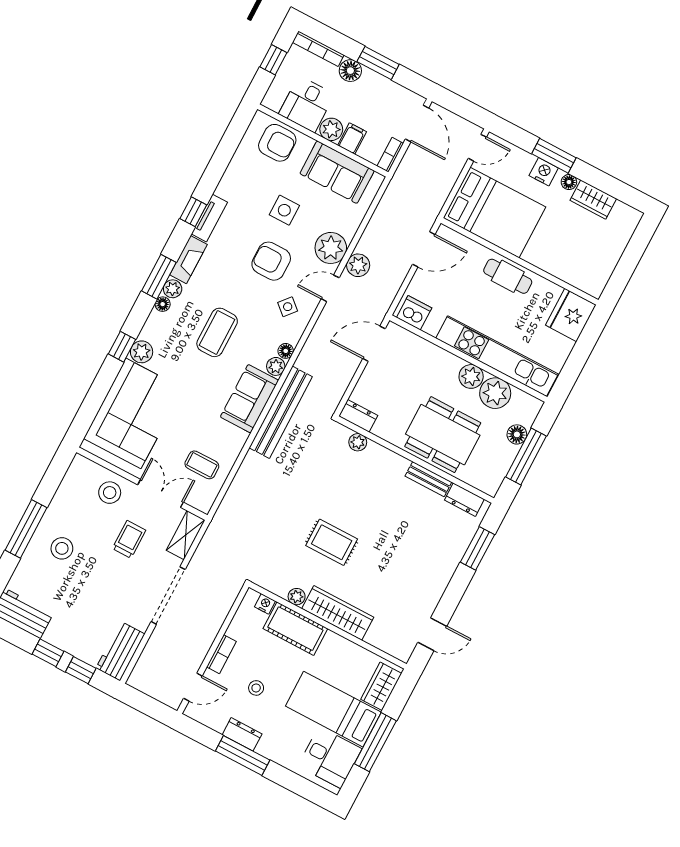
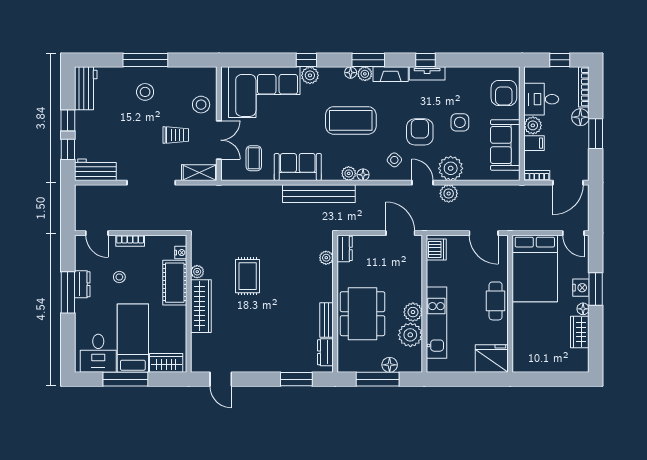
coffee table: (217, 332) -> (351, 120), width x1.36, depth x1.32
kitchen unit: (497, 356) -> (436, 323), width x0.73
sofa: (249, 399) -> (298, 167), moved

